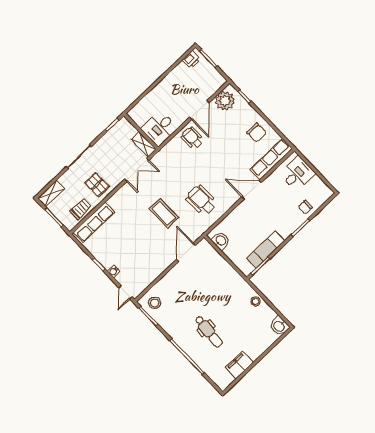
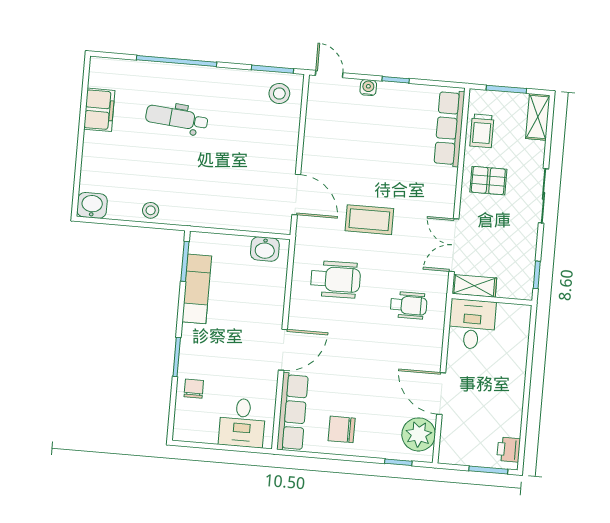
wheelchair: (192, 138) -> (409, 305), moved

